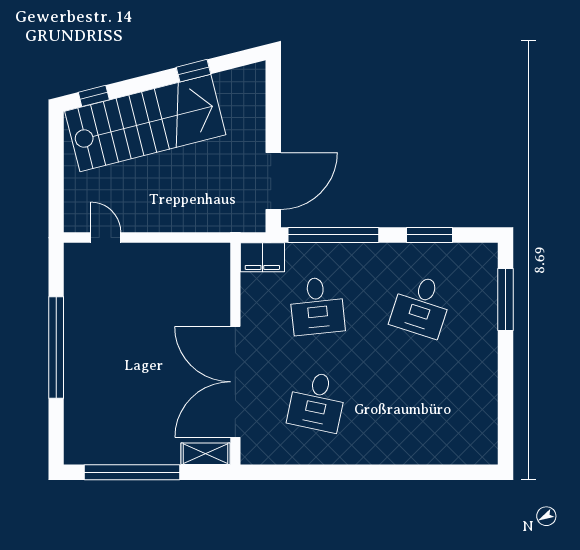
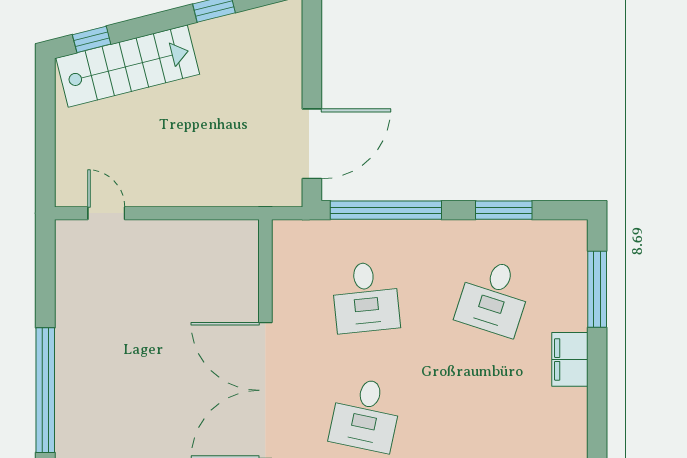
stairs: (145, 123) -> (128, 66), width x0.73, depth x0.66
filing cabinet: (262, 257) -> (570, 359), moved, turned 90
window: (56, 348) -> (45, 390), moved

